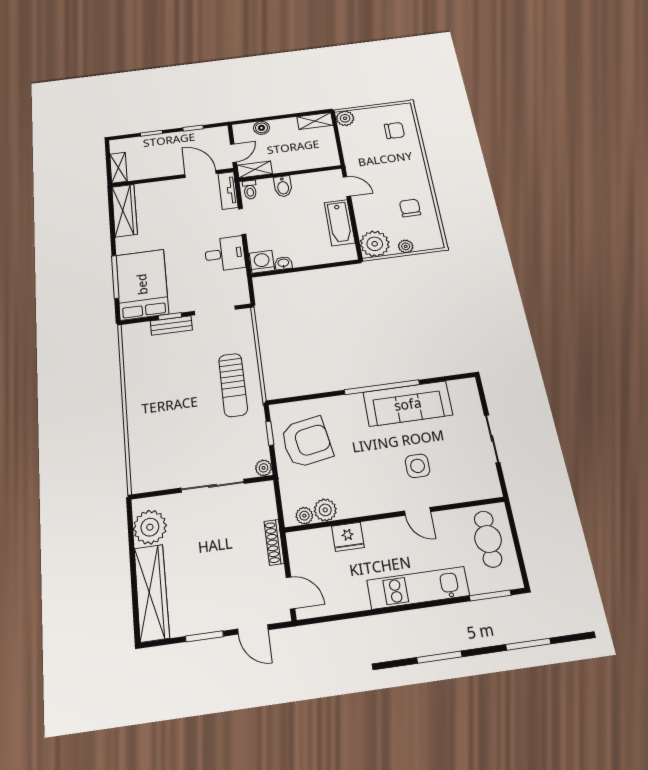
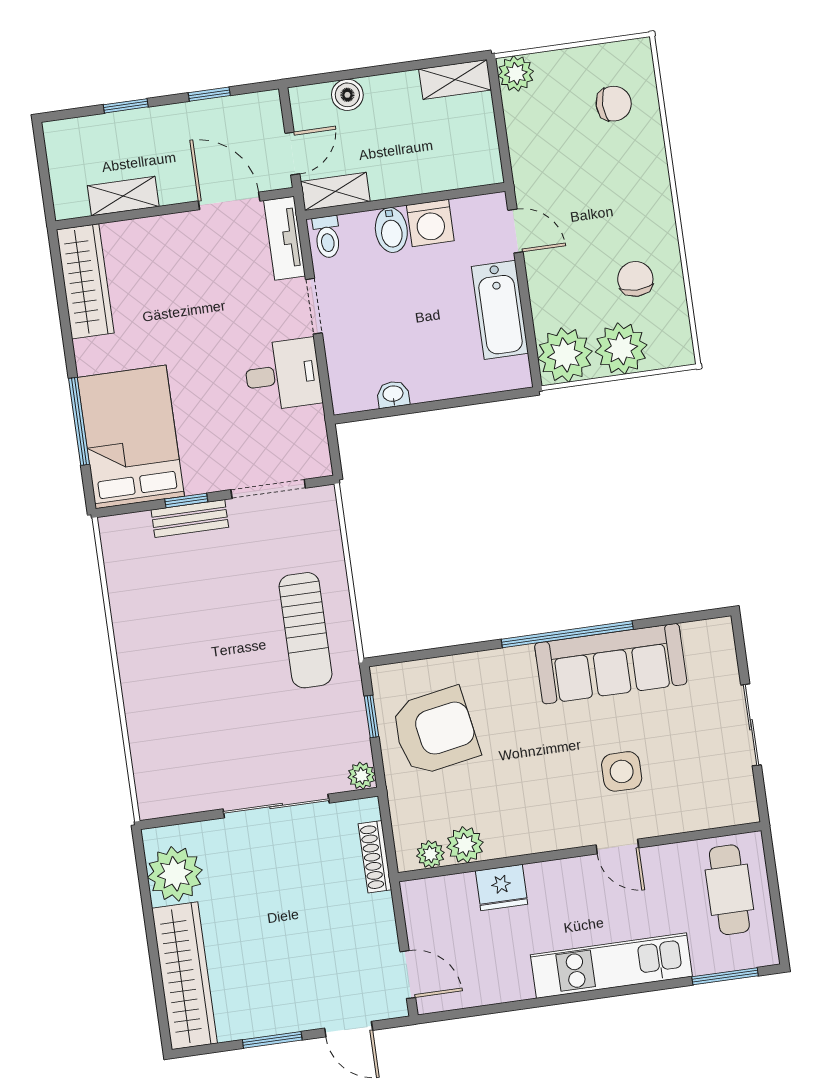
shelving: (118, 168) -> (123, 196), moved, turned 90
plant: (406, 246) -> (621, 348), width x1.87, depth x1.87
washing machine: (262, 262) -> (430, 223), moved, turned 180
shoe rack: (274, 542) -> (375, 857), moved

